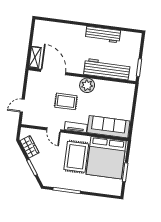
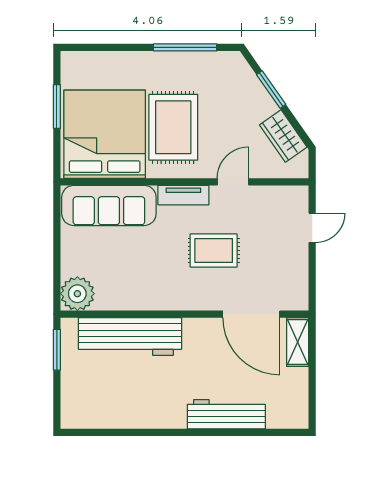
workbench: (103, 35) -> (226, 414), moved
plant: (87, 85) -> (77, 294), moved
door: (54, 130) -> (233, 182), hinge flipped

